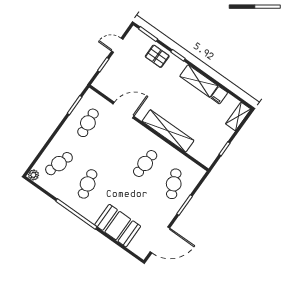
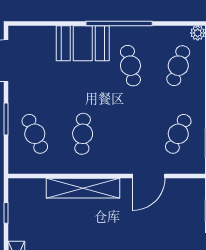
cafe table: (88, 123) -> (178, 134), turned 30
booth: (118, 226) -> (83, 43), moved

